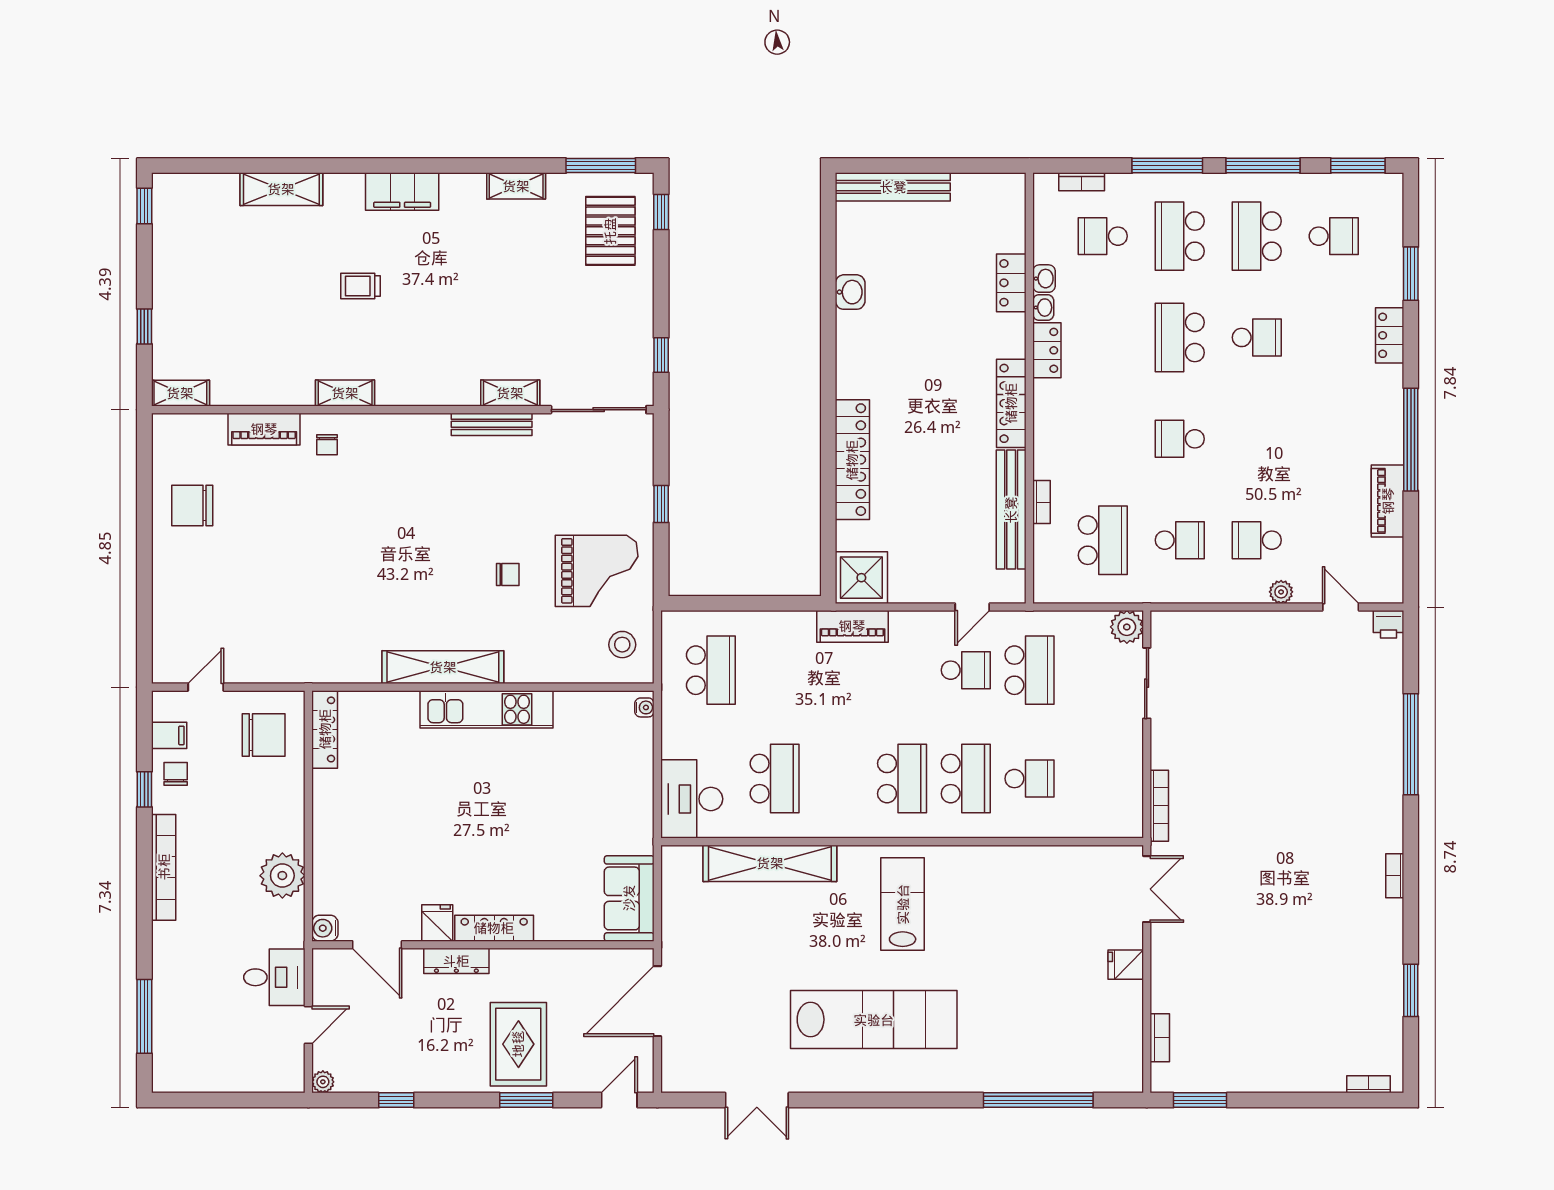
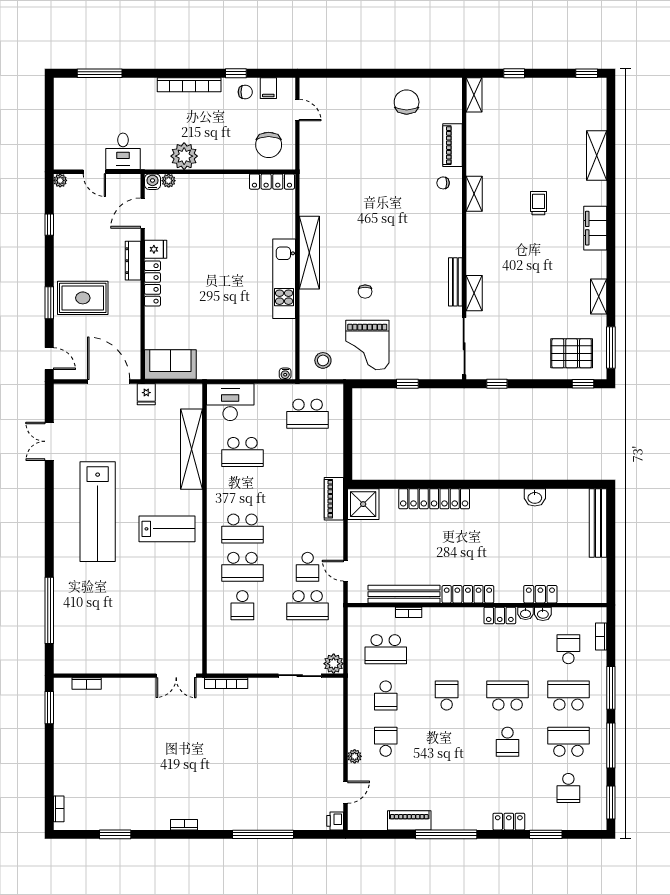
plant: (323, 901) -> (169, 181), added
fridge: (1126, 965) -> (146, 394), moved, turned 180

